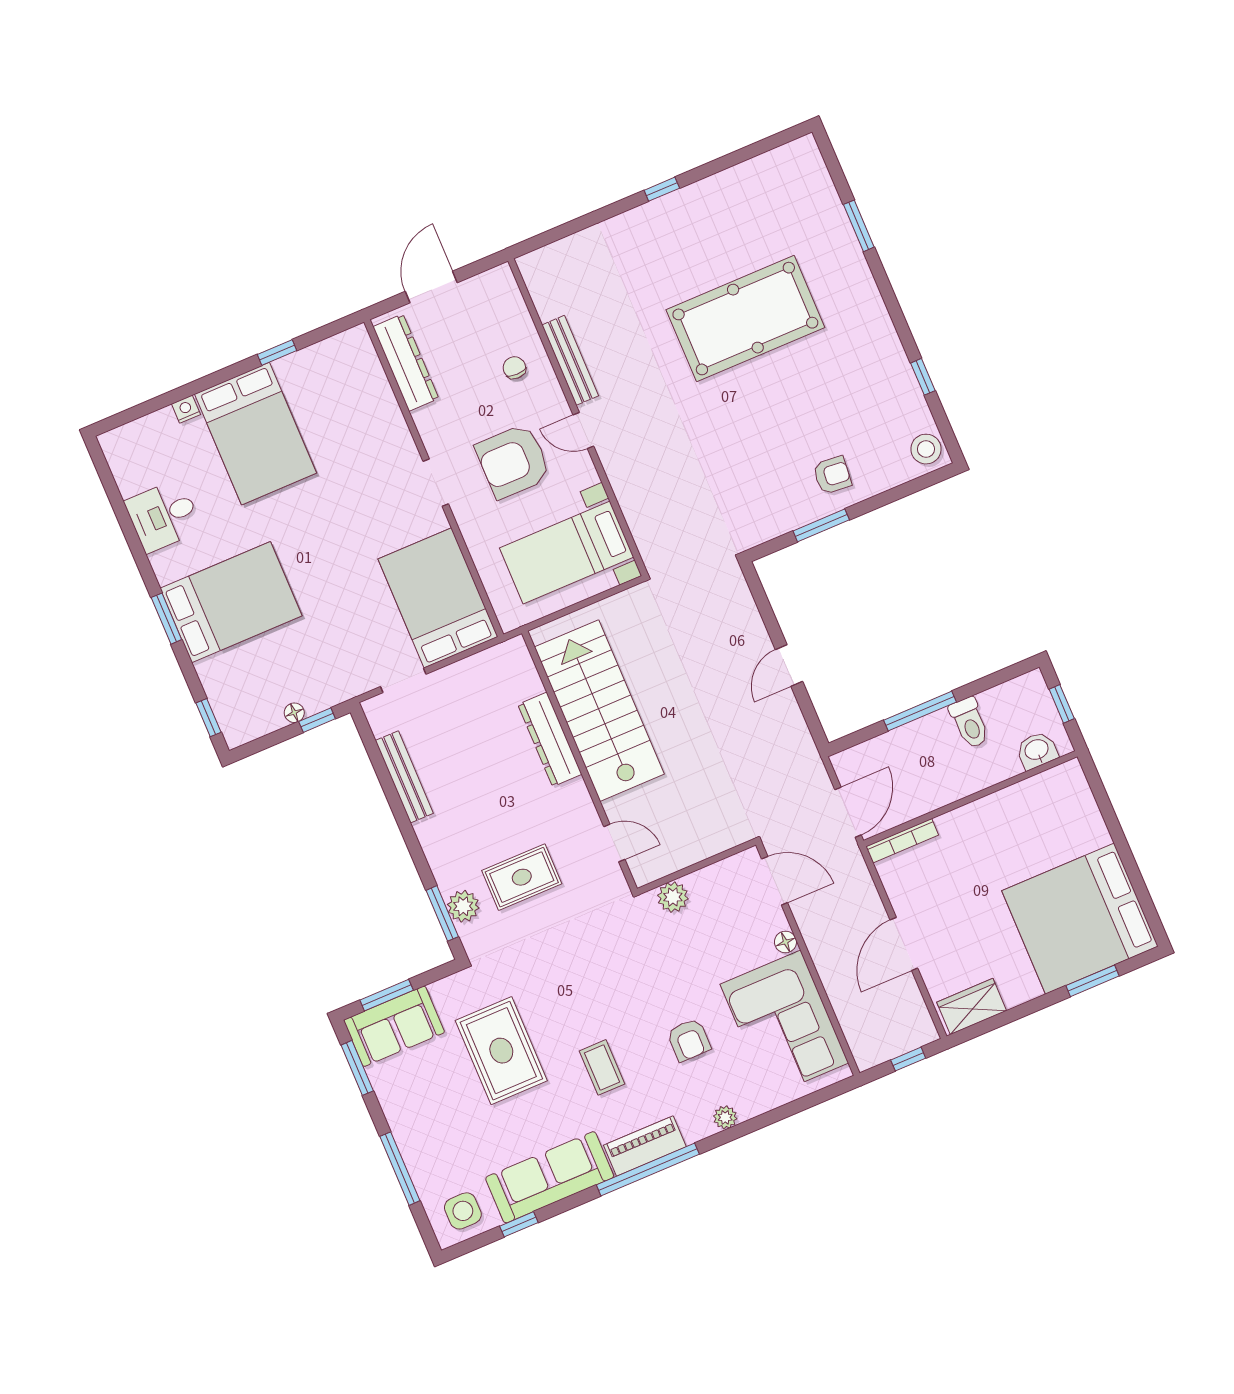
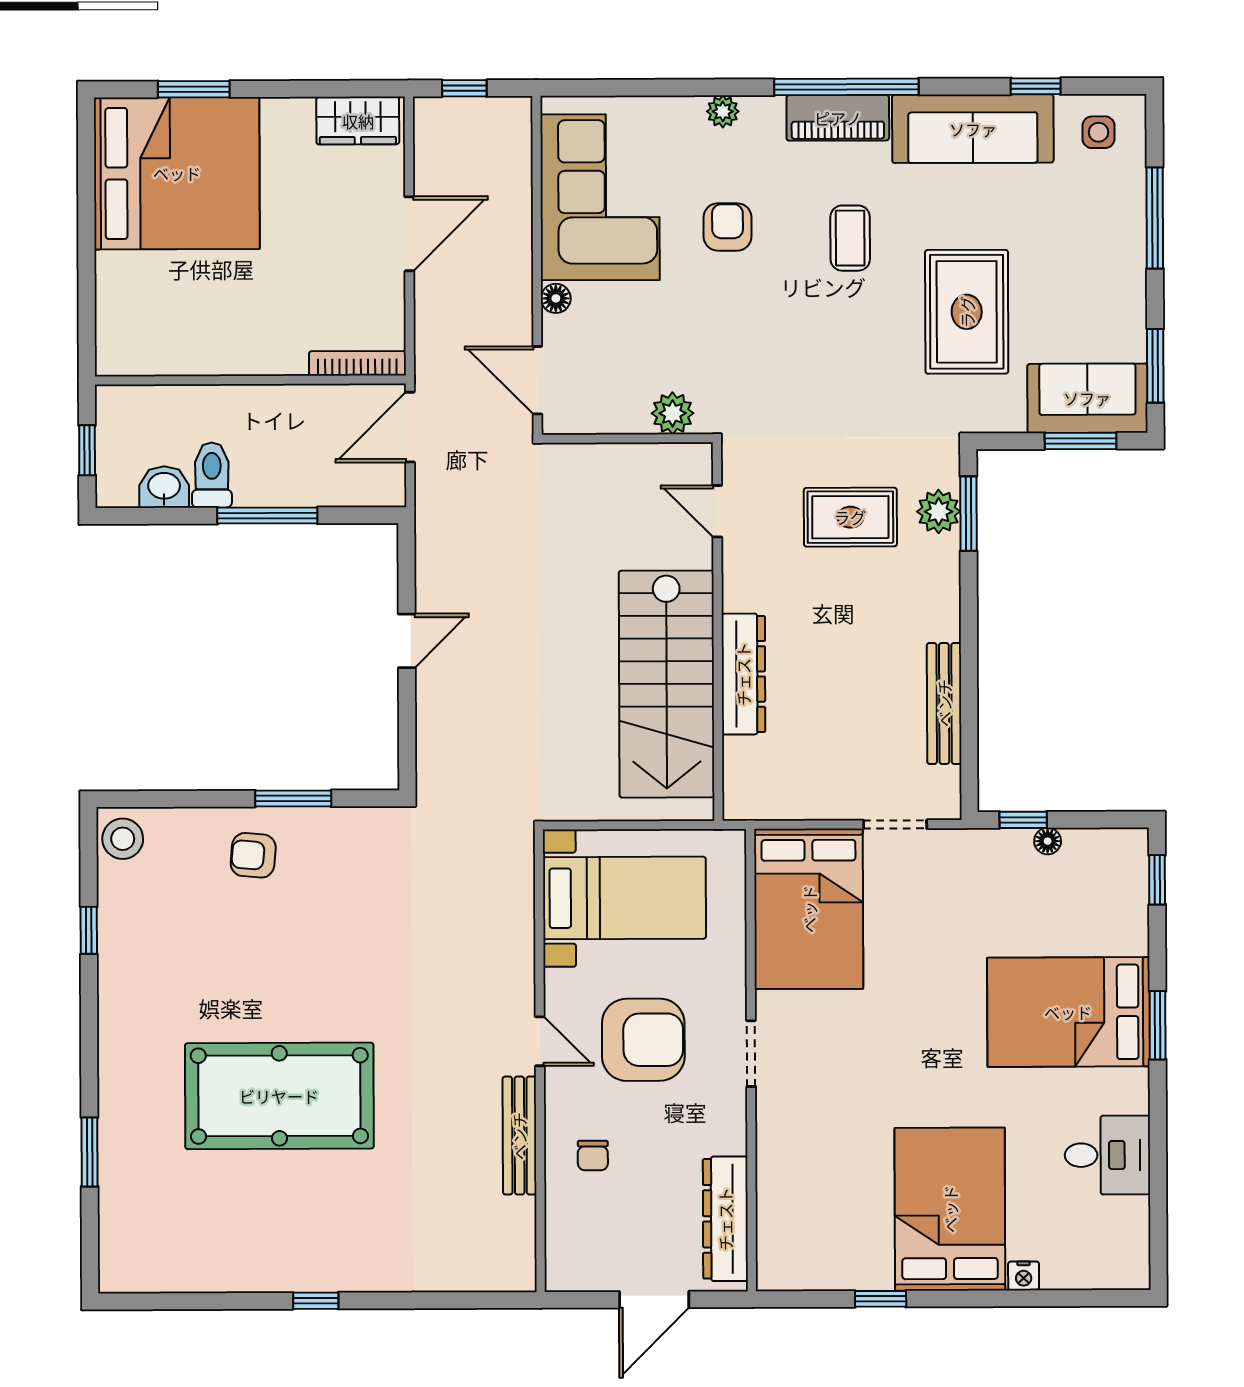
washbasin: (1037, 750) -> (164, 487), moved, turned 180
side table: (463, 1211) -> (1099, 132), width x0.73, depth x0.73

